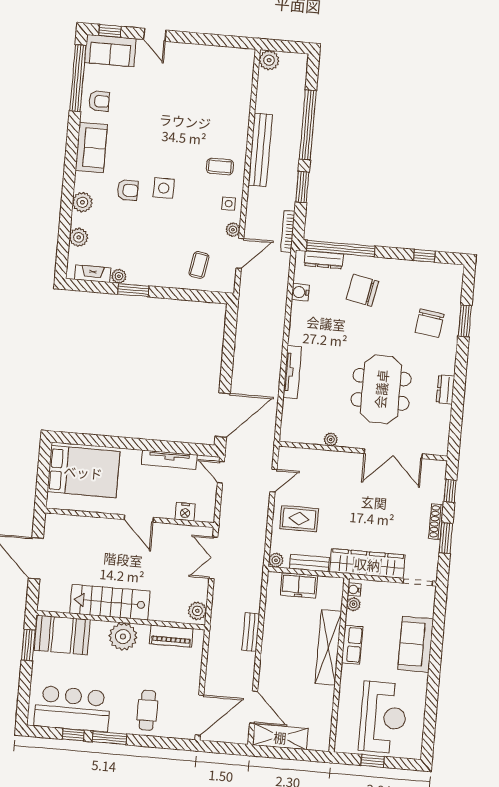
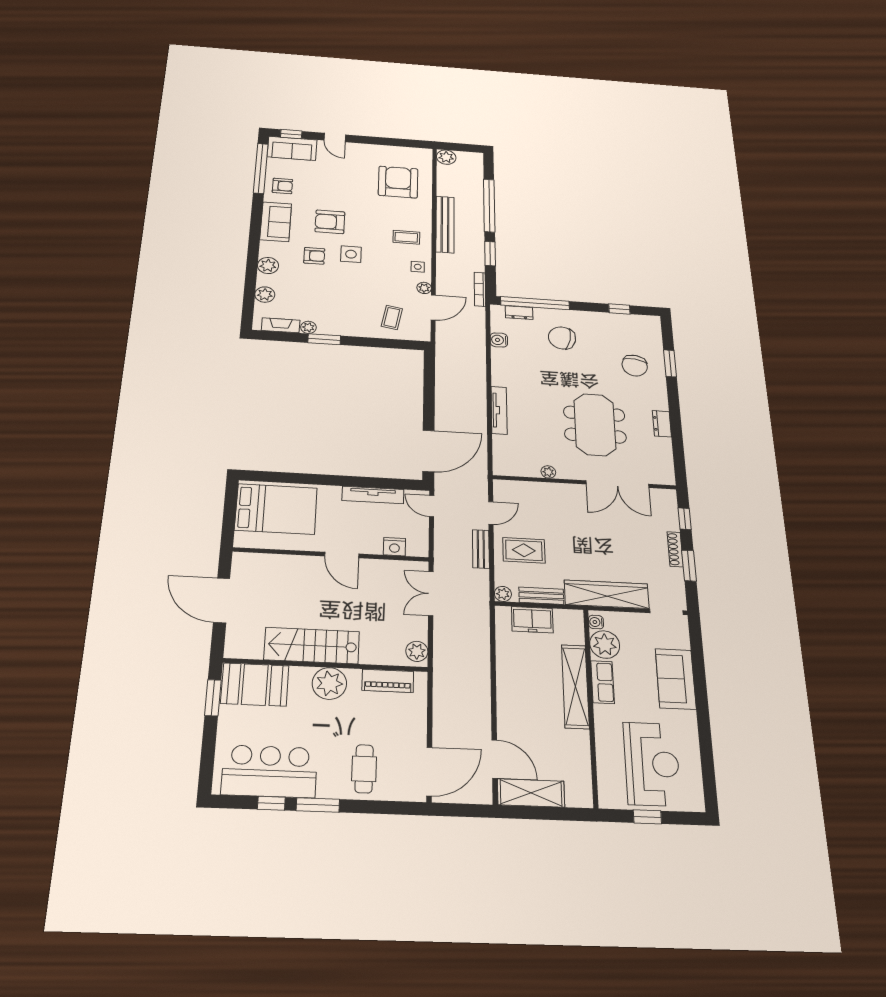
armchair: (217, 95) -> (398, 182), added
armchair: (145, 147) -> (330, 222), added
dresser: (324, 260) -> (519, 313), width x0.70
plant: (353, 604) -> (605, 645), width x1.87, depth x1.87
bench: (251, 632) -> (481, 549), moved

